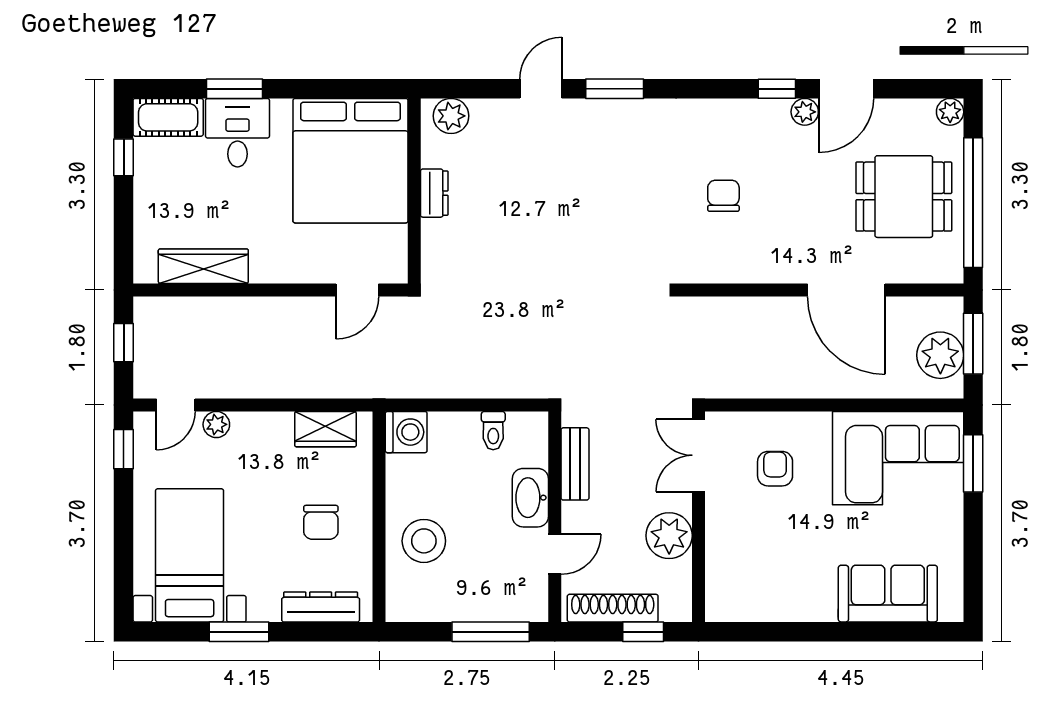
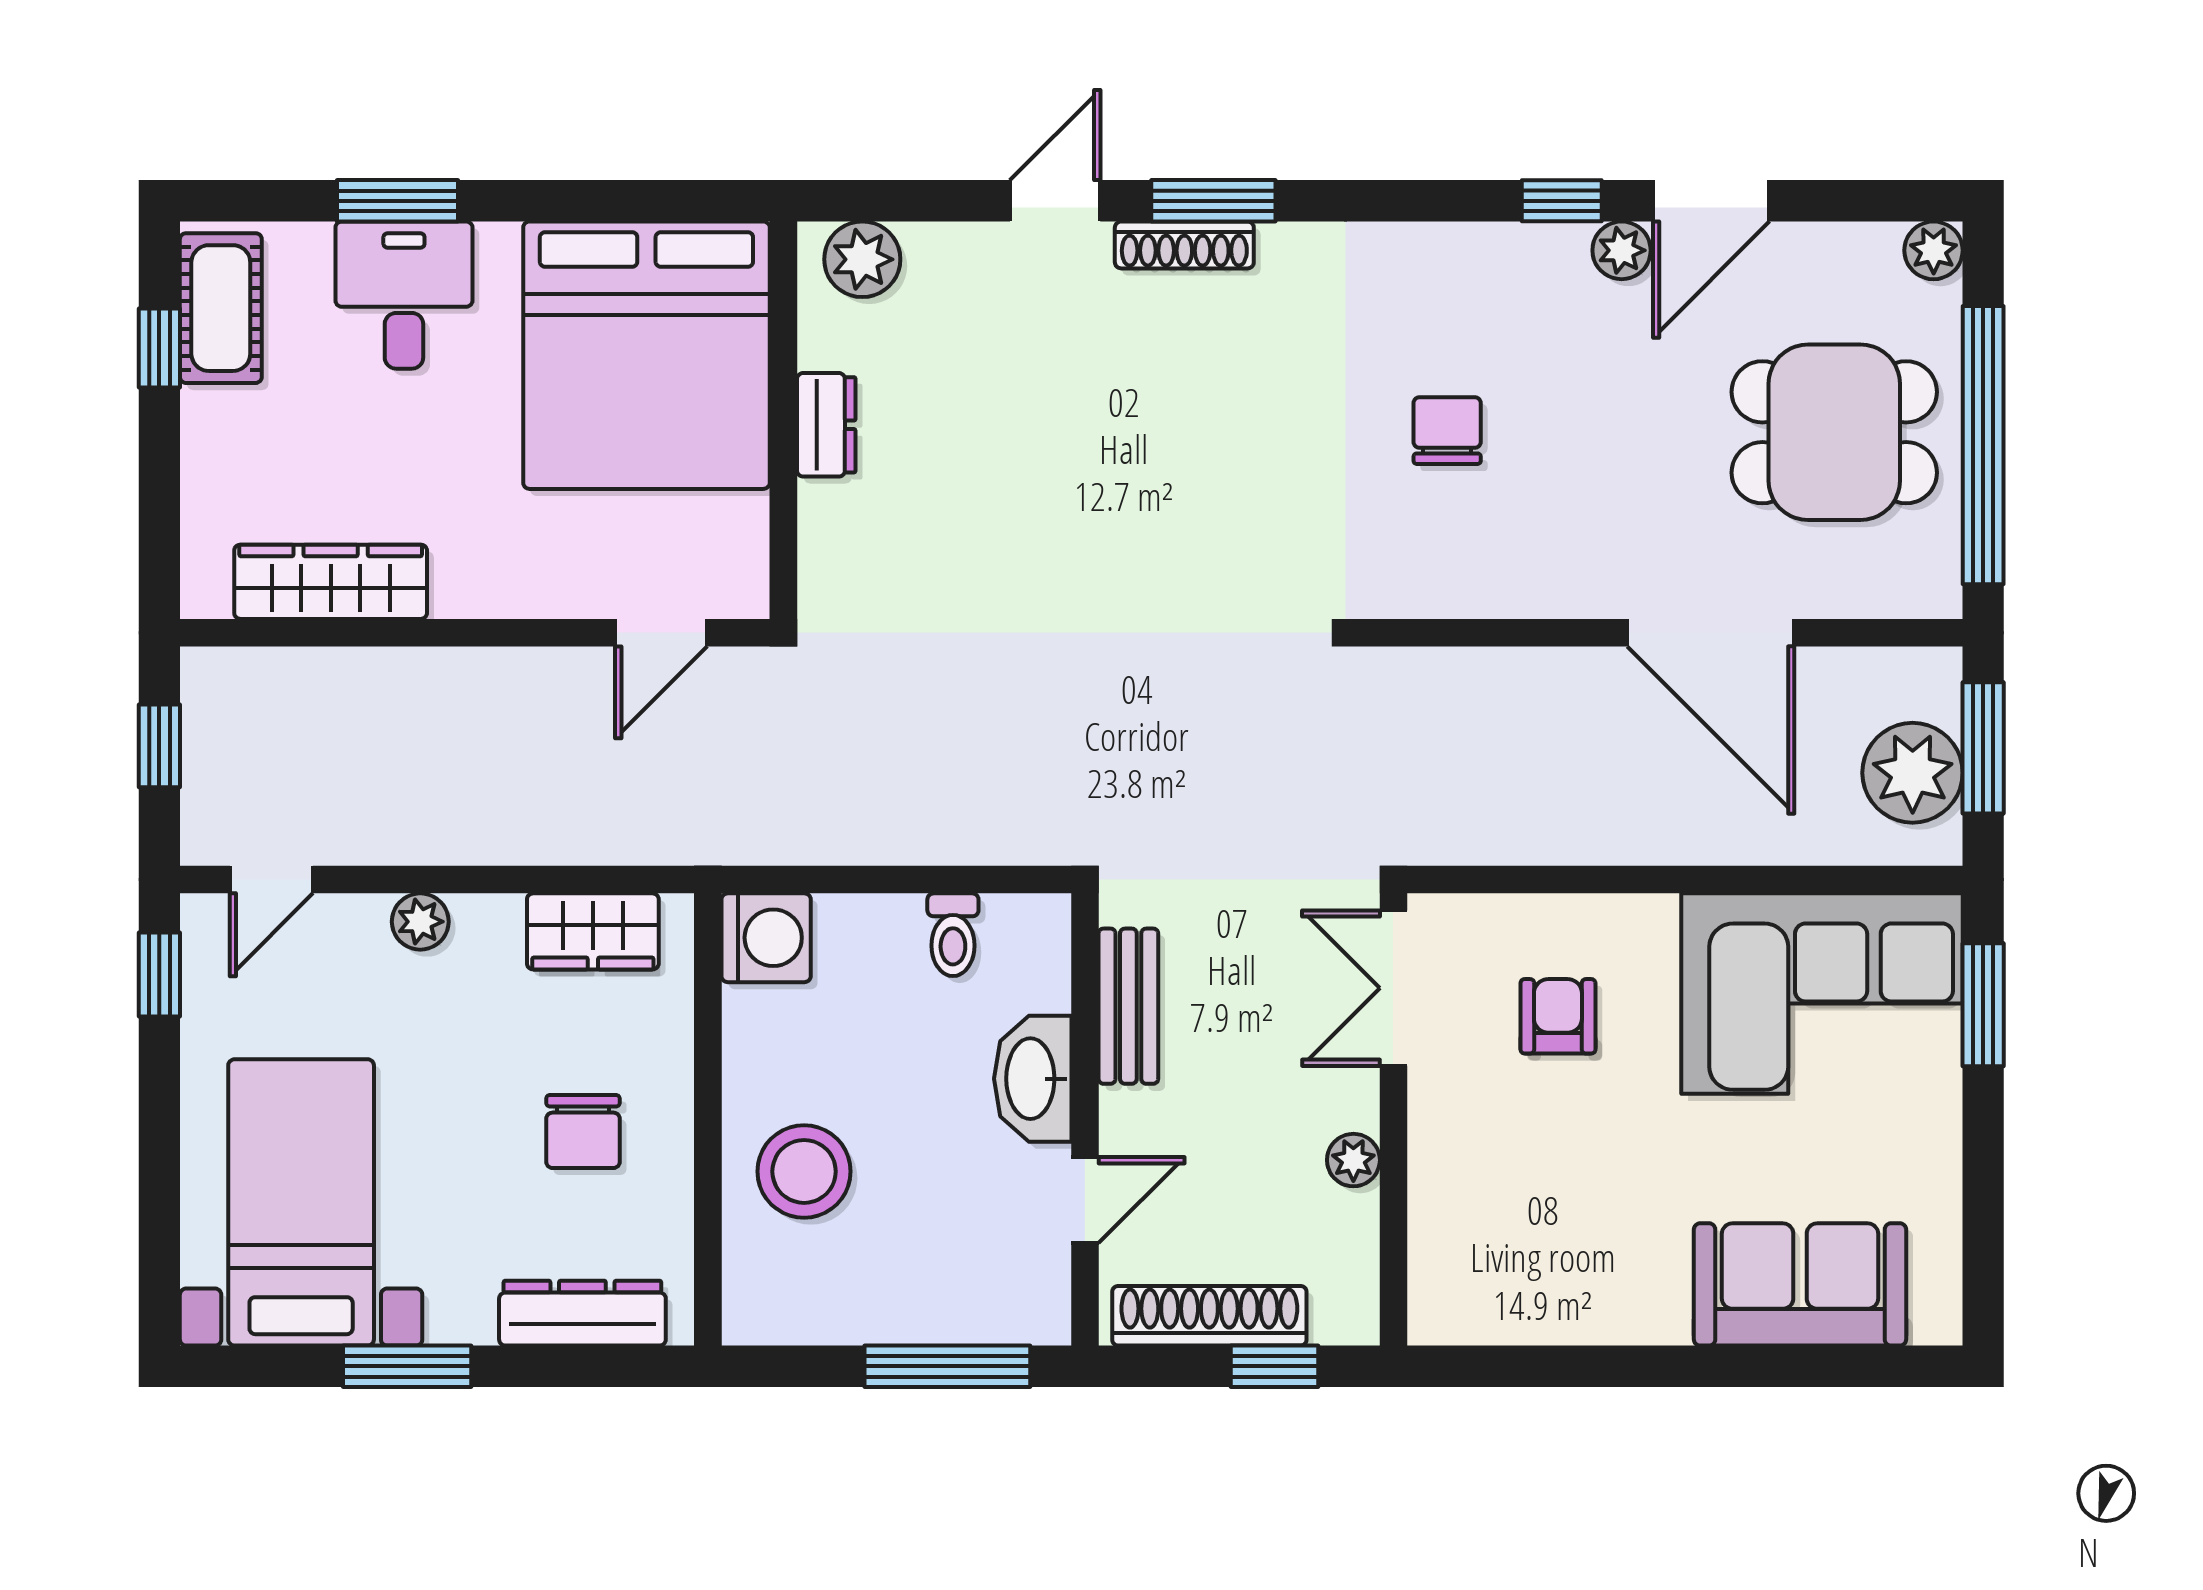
shoe rack: (601, 109) -> (1184, 245), added
cot: (168, 117) -> (221, 308), moved, turned 90
plant: (216, 424) -> (420, 922), moved
plant: (669, 536) -> (1353, 1160), width x0.53, depth x0.53

